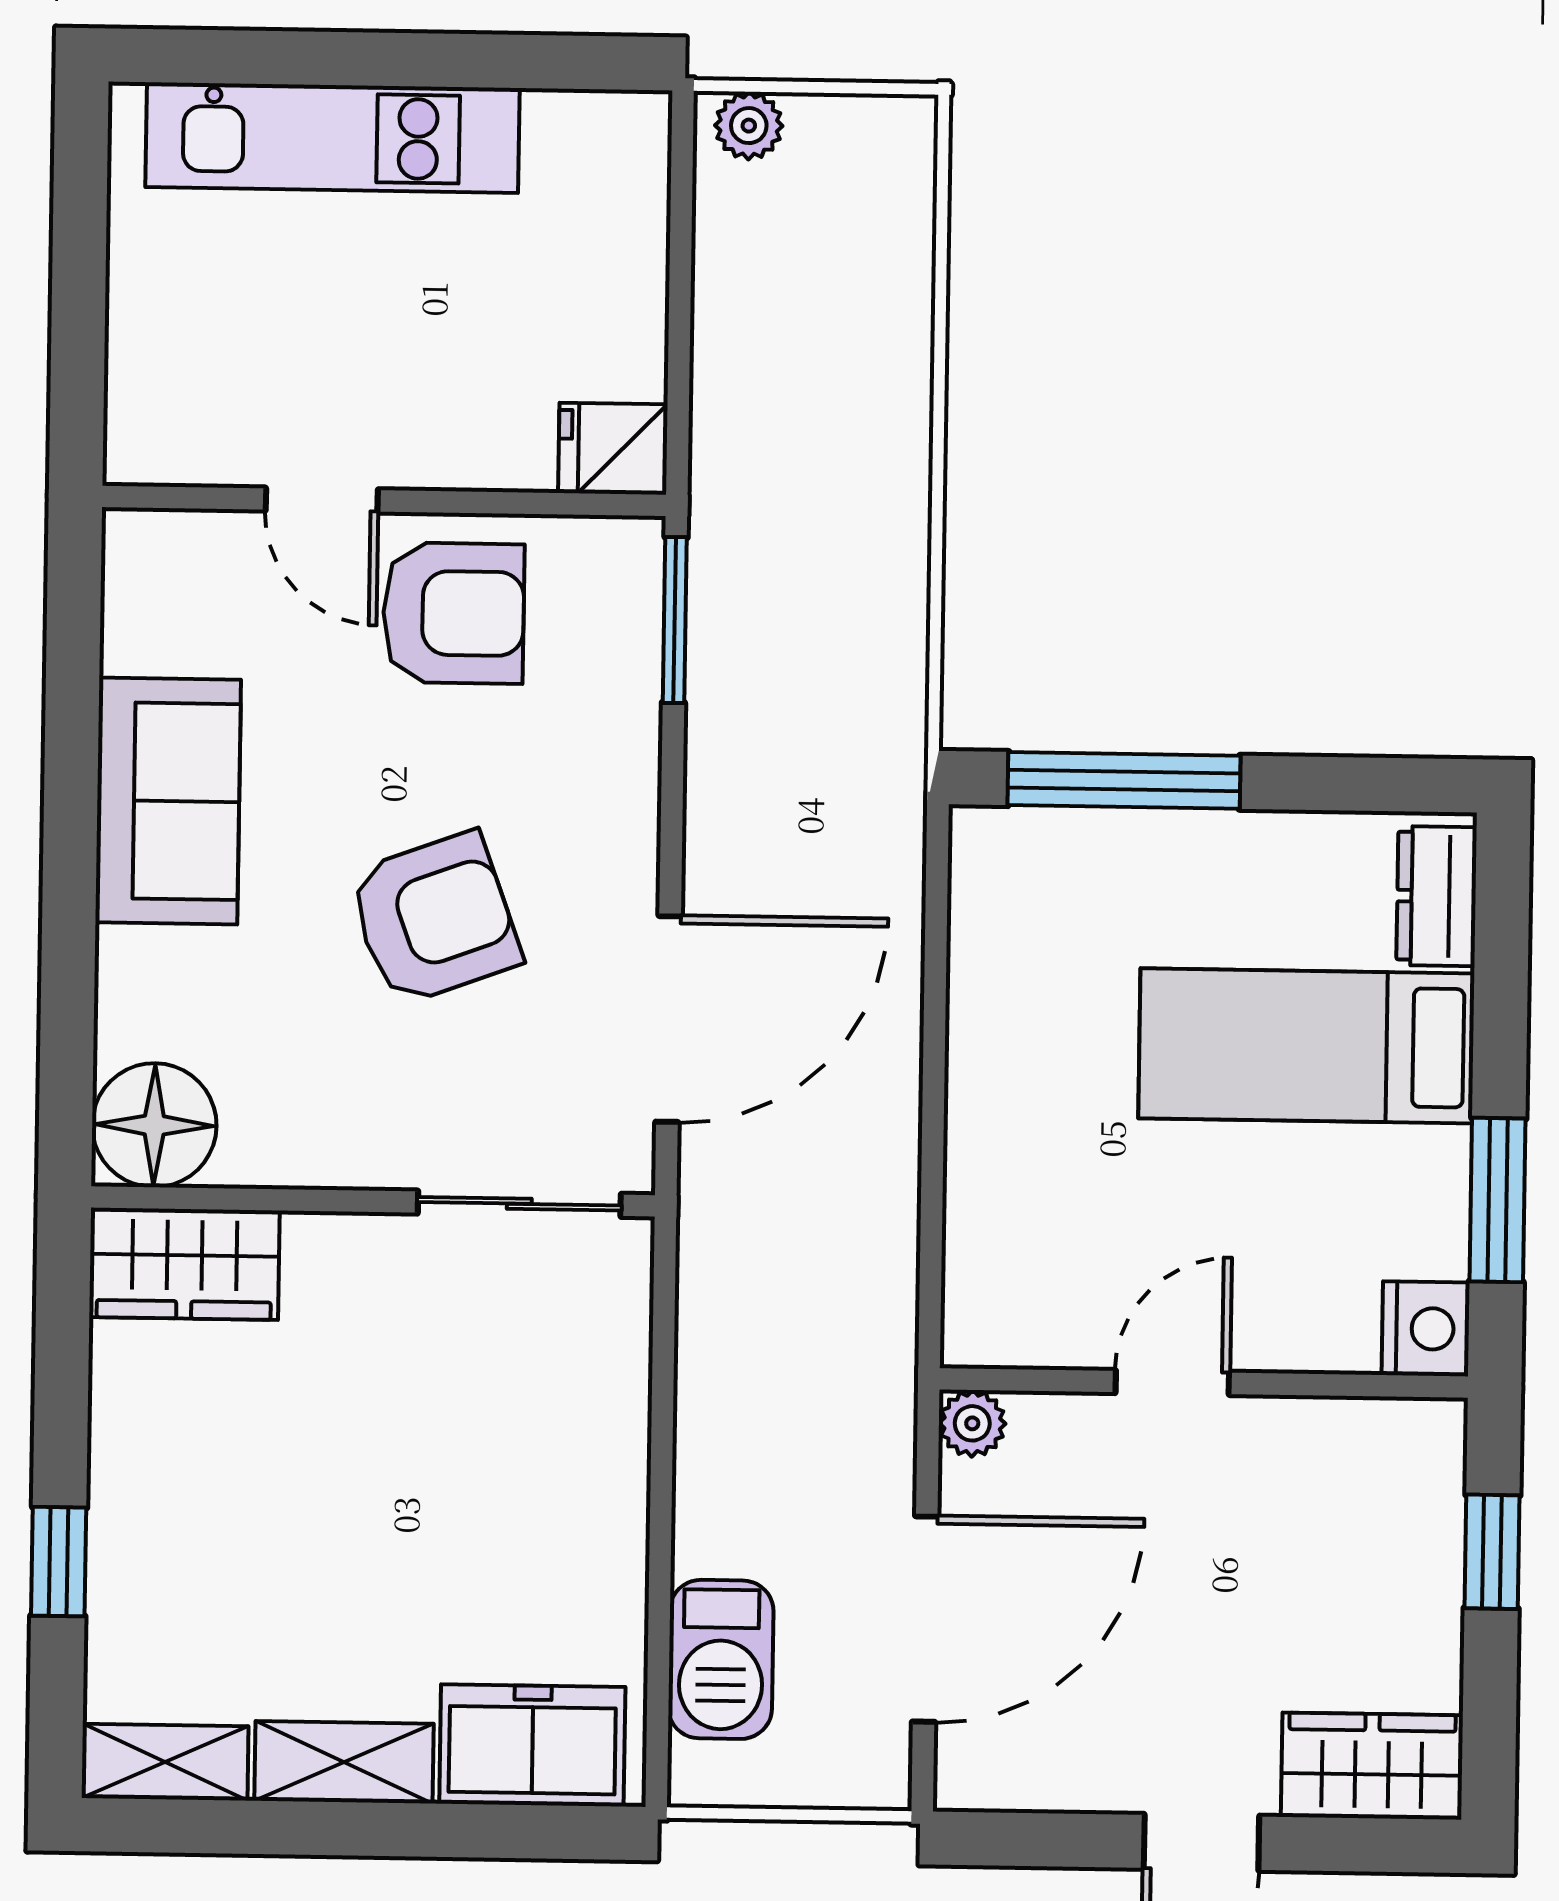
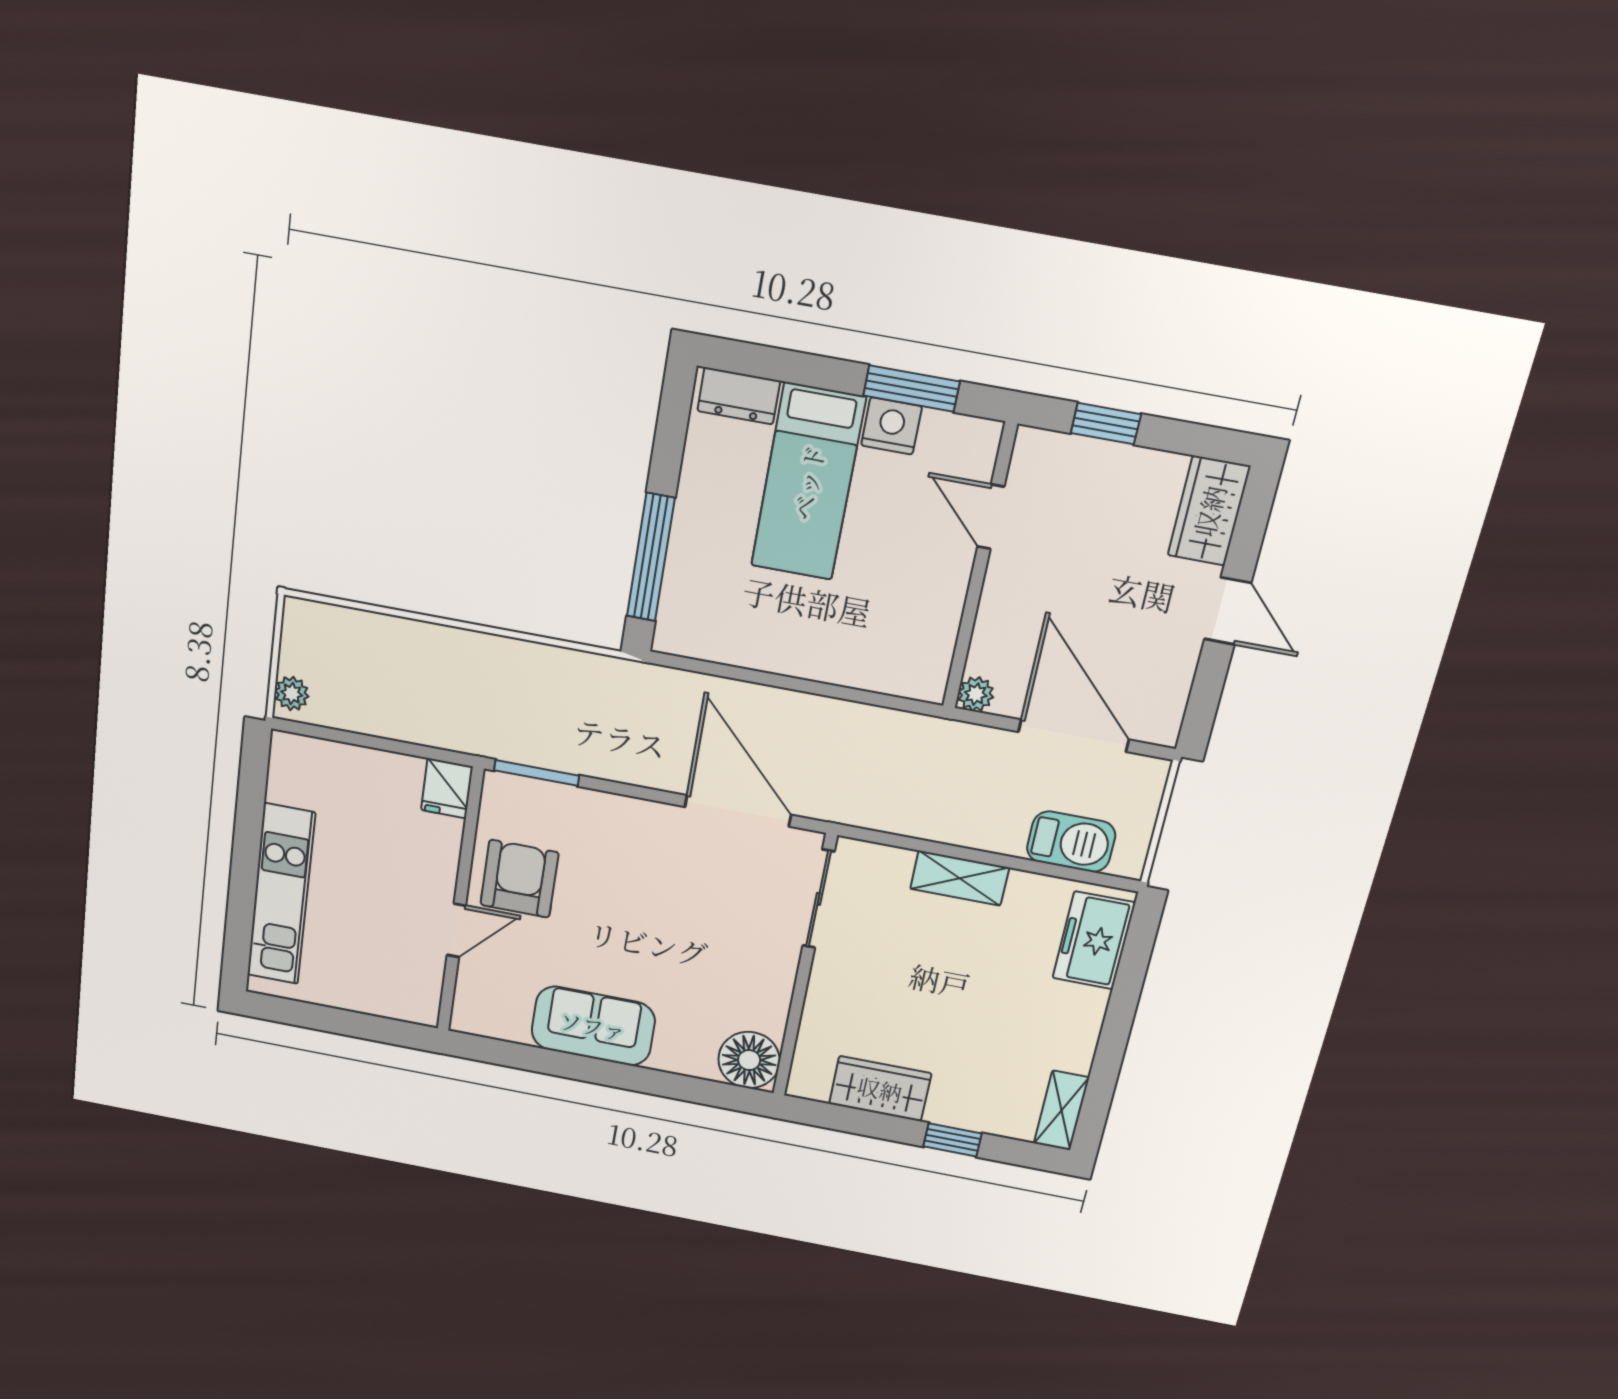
armchair: (434, 919) -> (669, 914), removed
wardrobe: (184, 1264) -> (880, 1089), moved, turned -90
nightstand: (1426, 1329) -> (891, 426), moved
door: (1172, 1382) -> (991, 517), moved
shelving: (344, 1762) -> (960, 878), moved, turned 90

